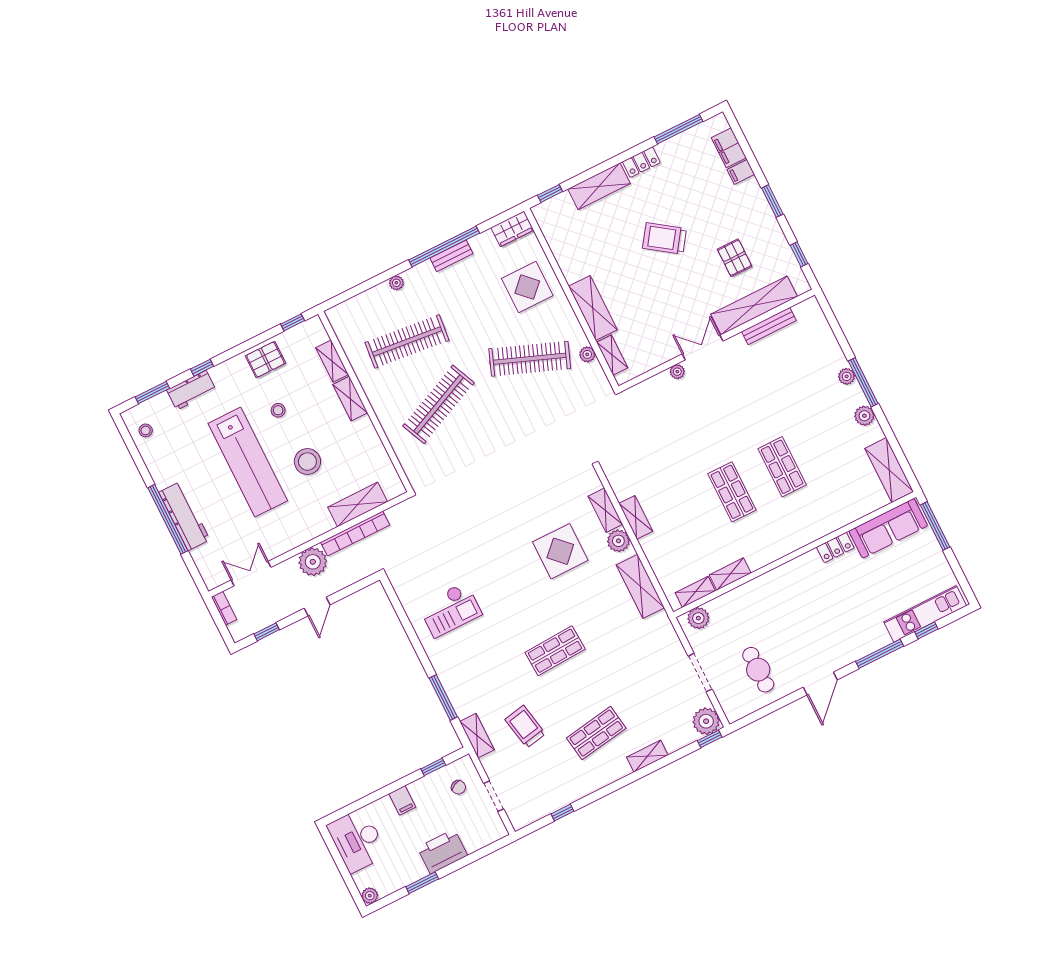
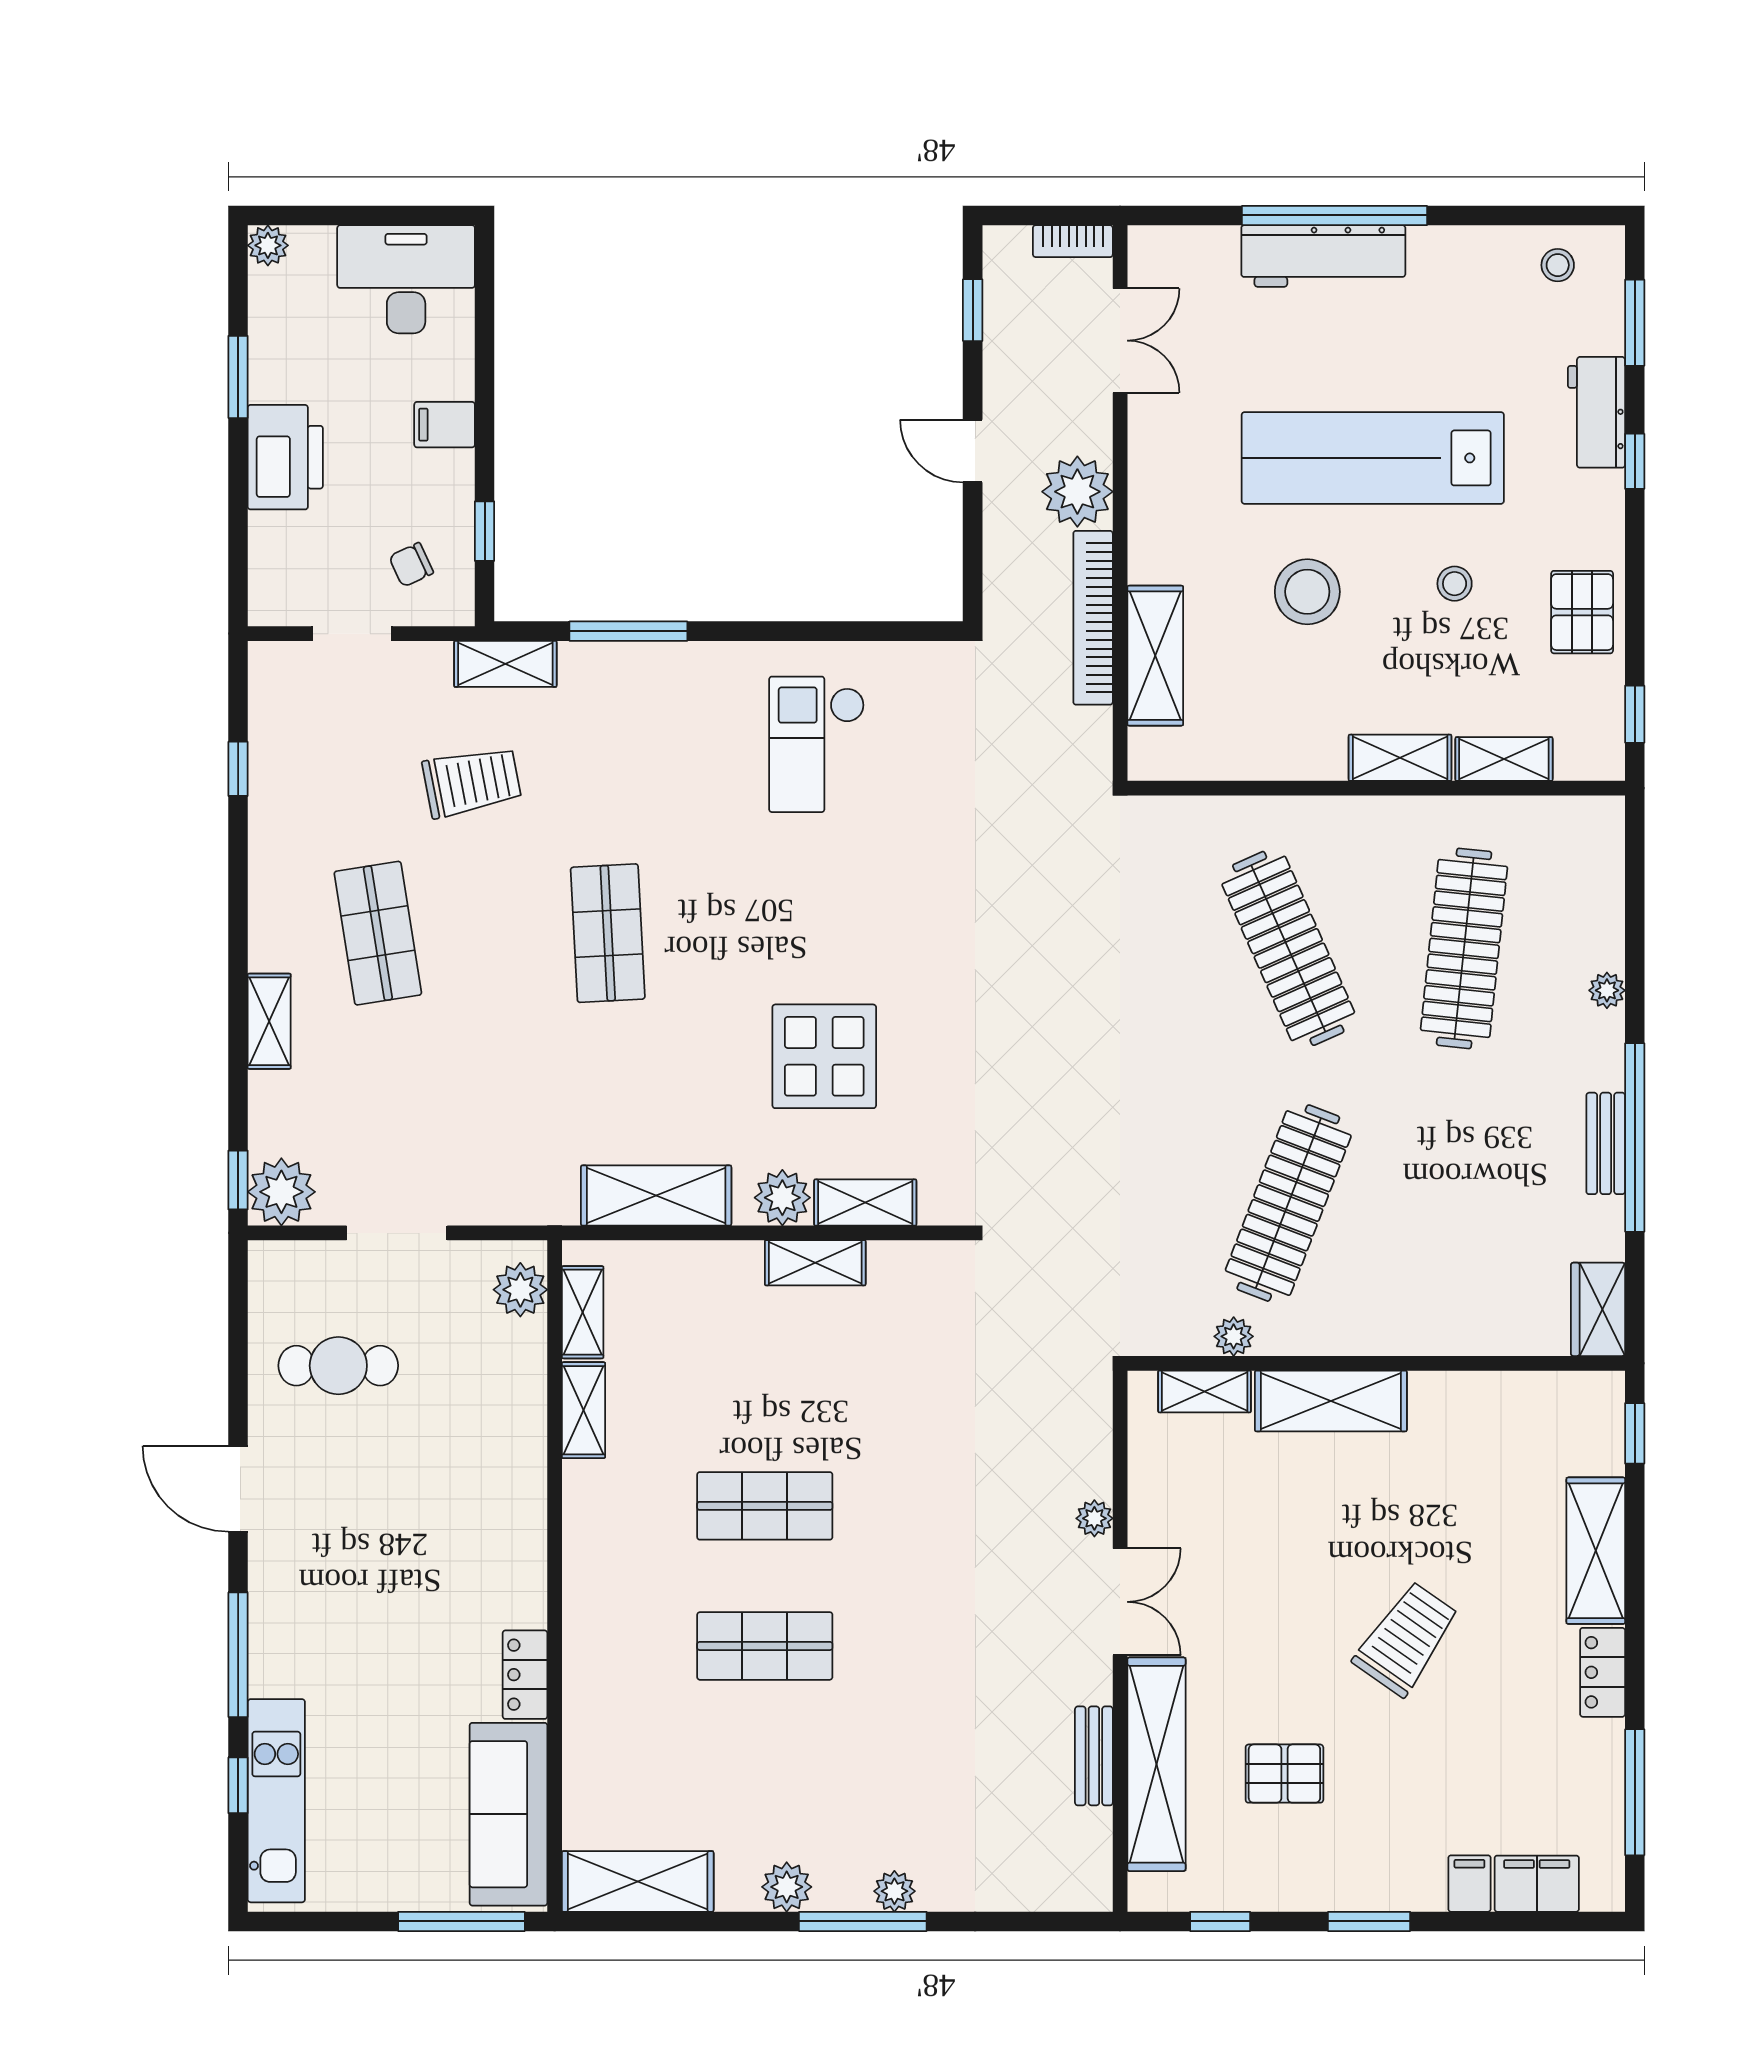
display table: (527, 287) -> (1451, 1278), removed
bench: (769, 326) -> (1094, 1756), width x0.73

